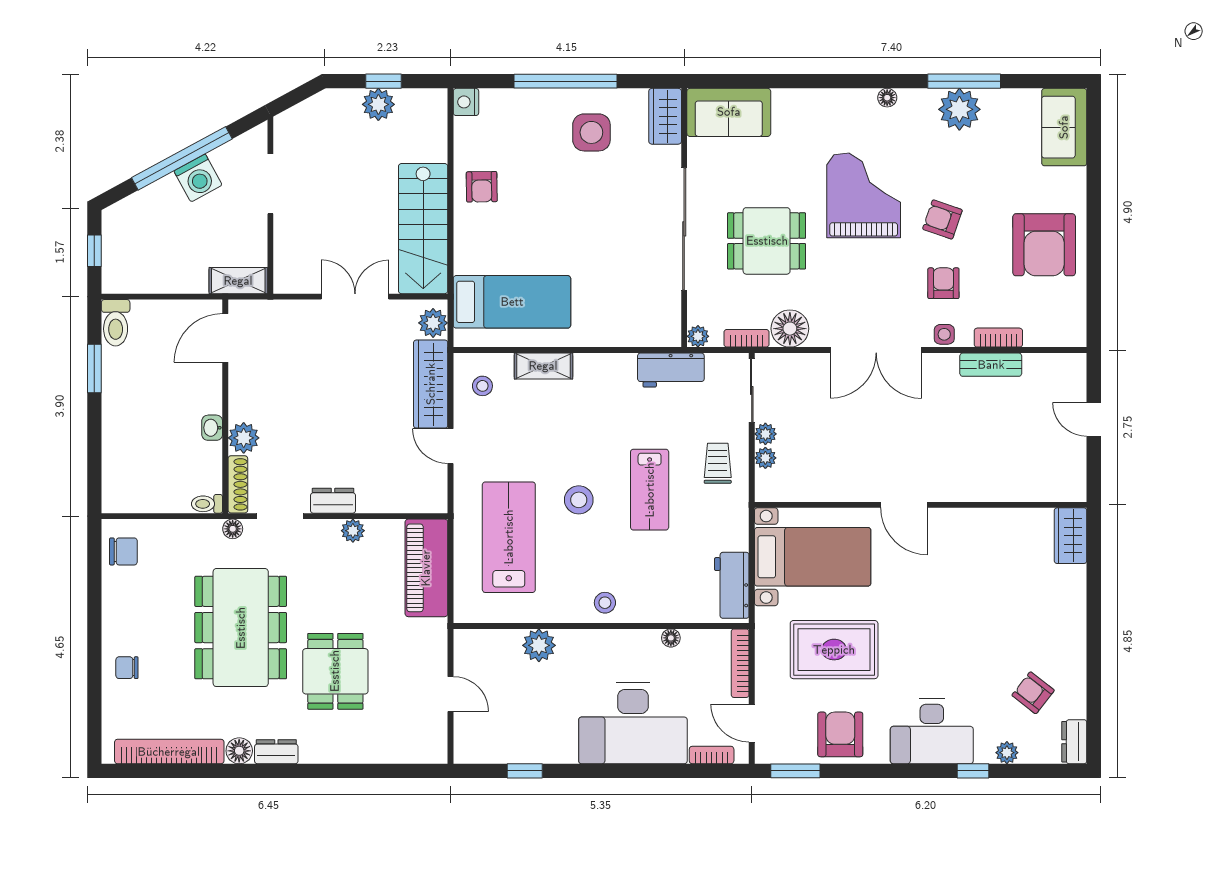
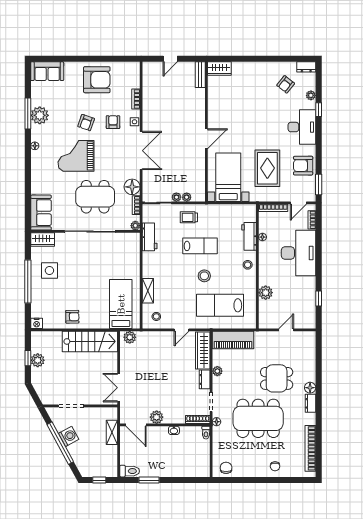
dining table: (767, 241) -> (95, 197), width x1.38
shelving: (238, 281) -> (112, 432), moved
armchair: (943, 283) -> (113, 122), turned 90
double door: (355, 297) -> (119, 388), moved
bench: (991, 365) -> (200, 75), moved
wardrobe: (431, 384) -> (203, 350), moved, turned 90
plant: (244, 438) -> (157, 417), moved
workbench: (732, 585) -> (249, 236), moved, turned 90
floor lamp: (239, 751) -> (310, 388), moved

